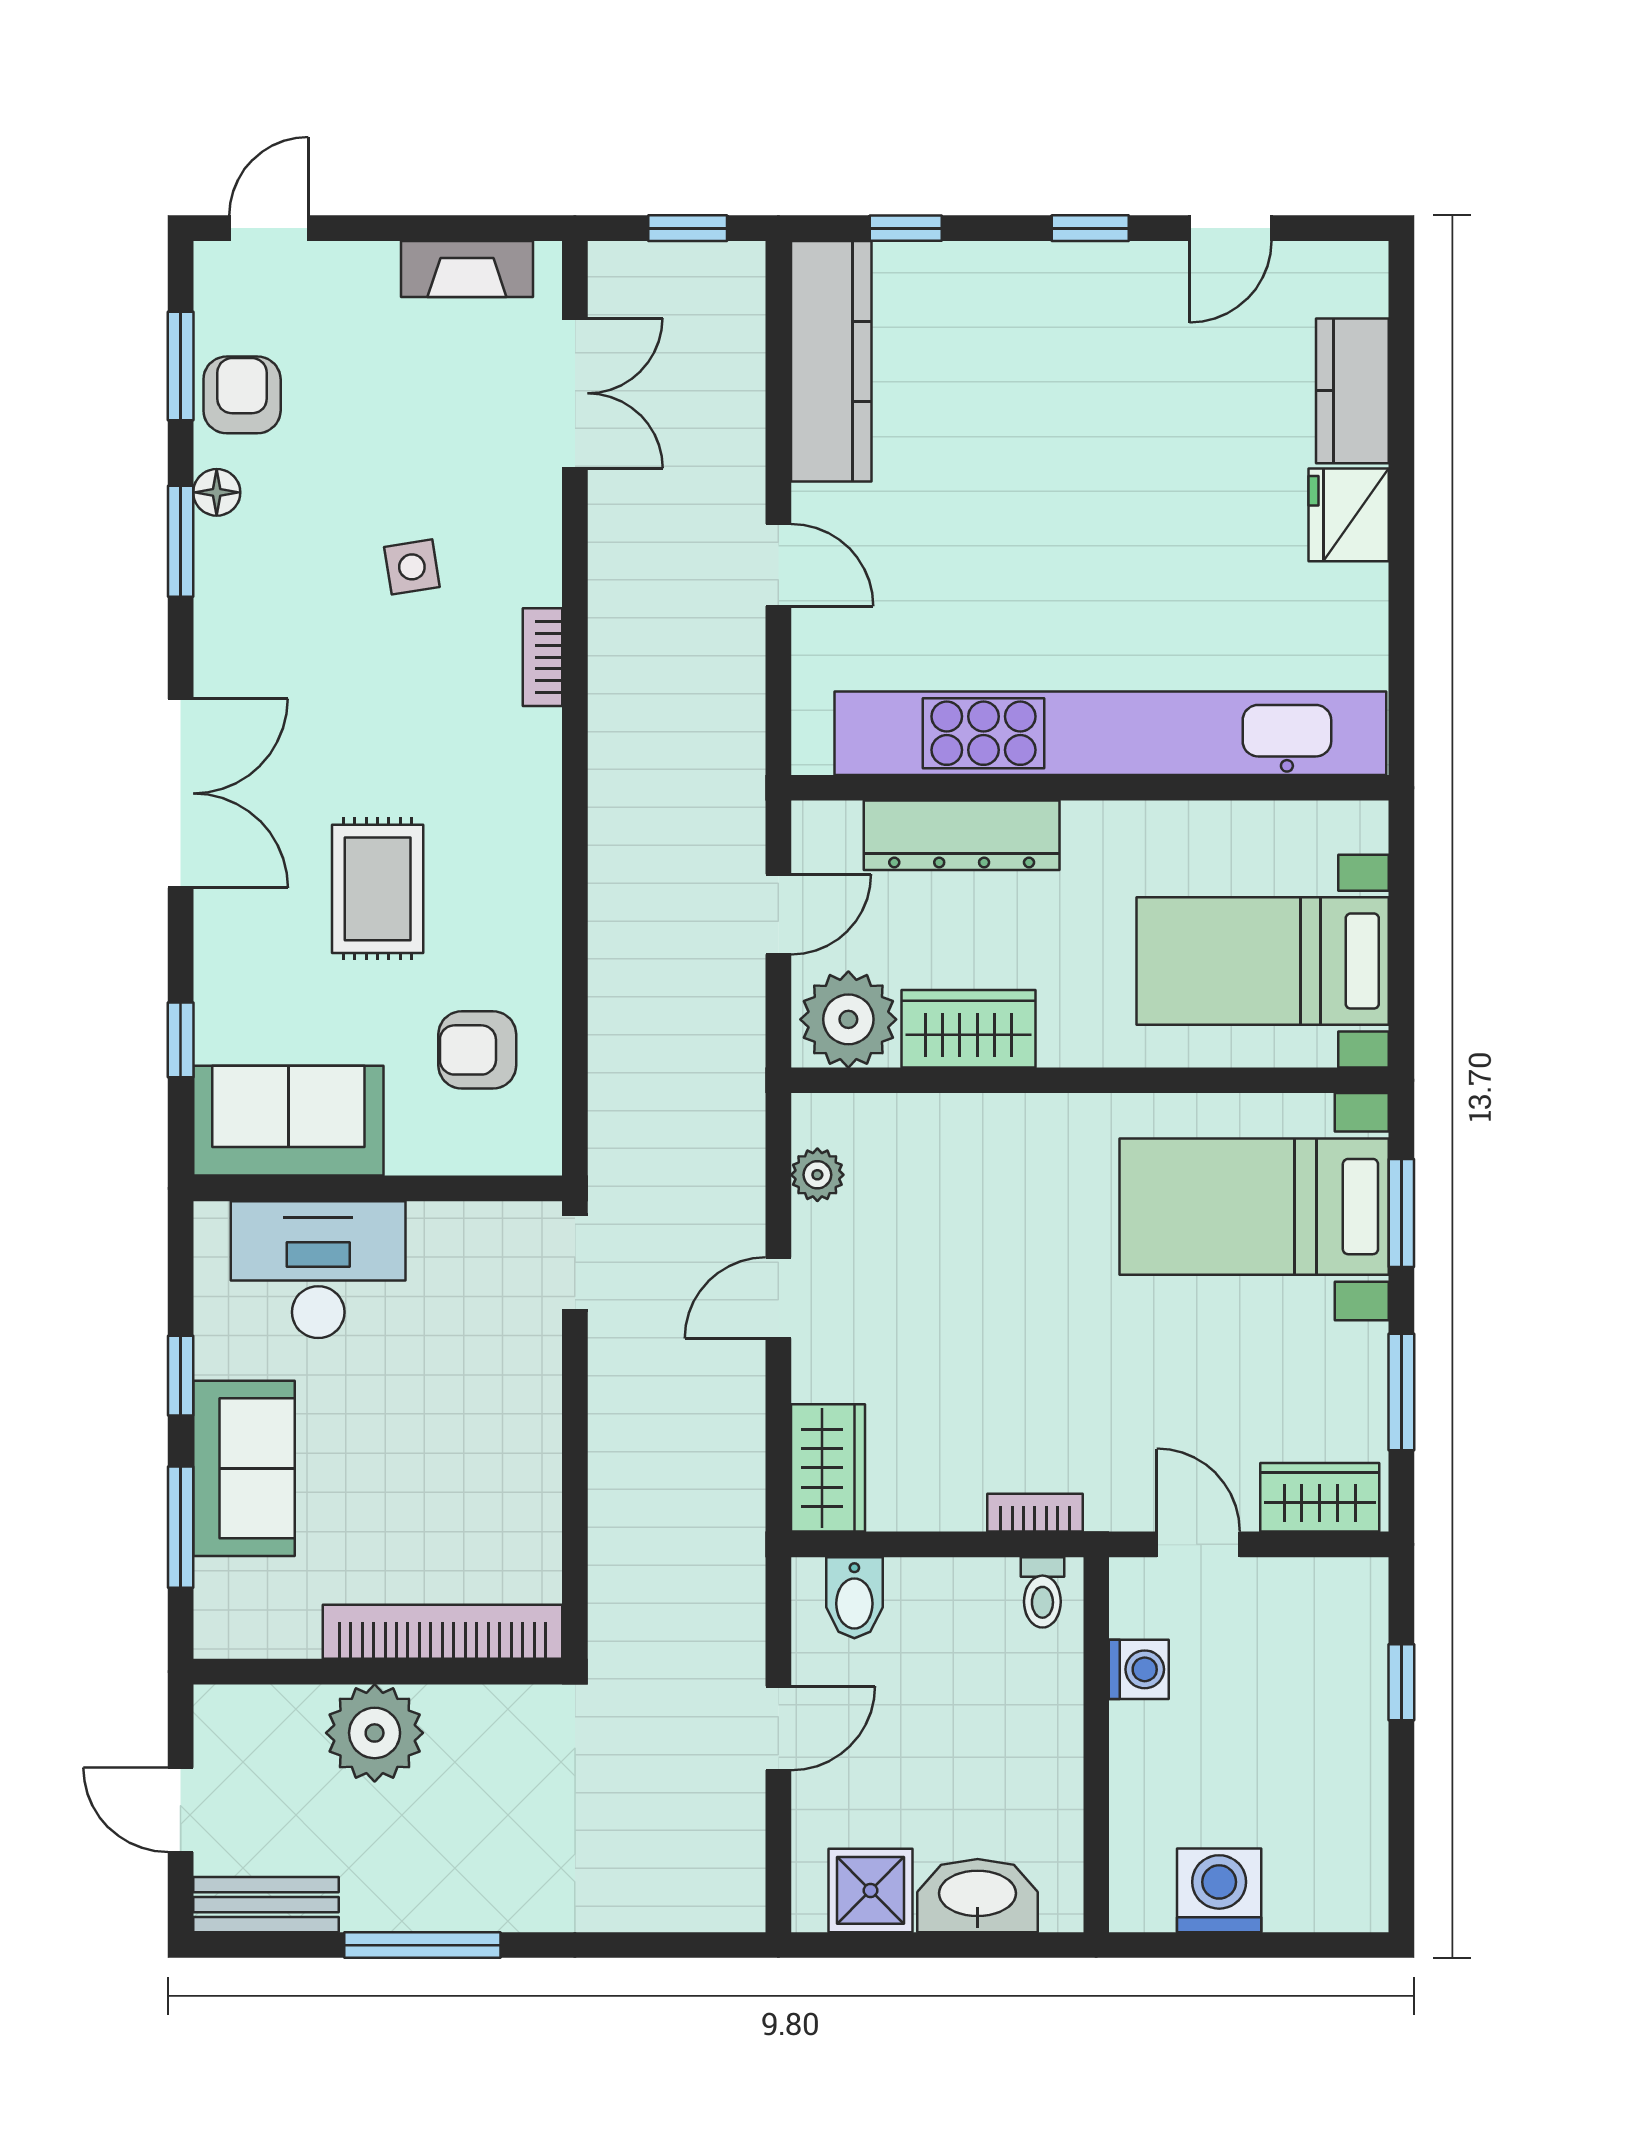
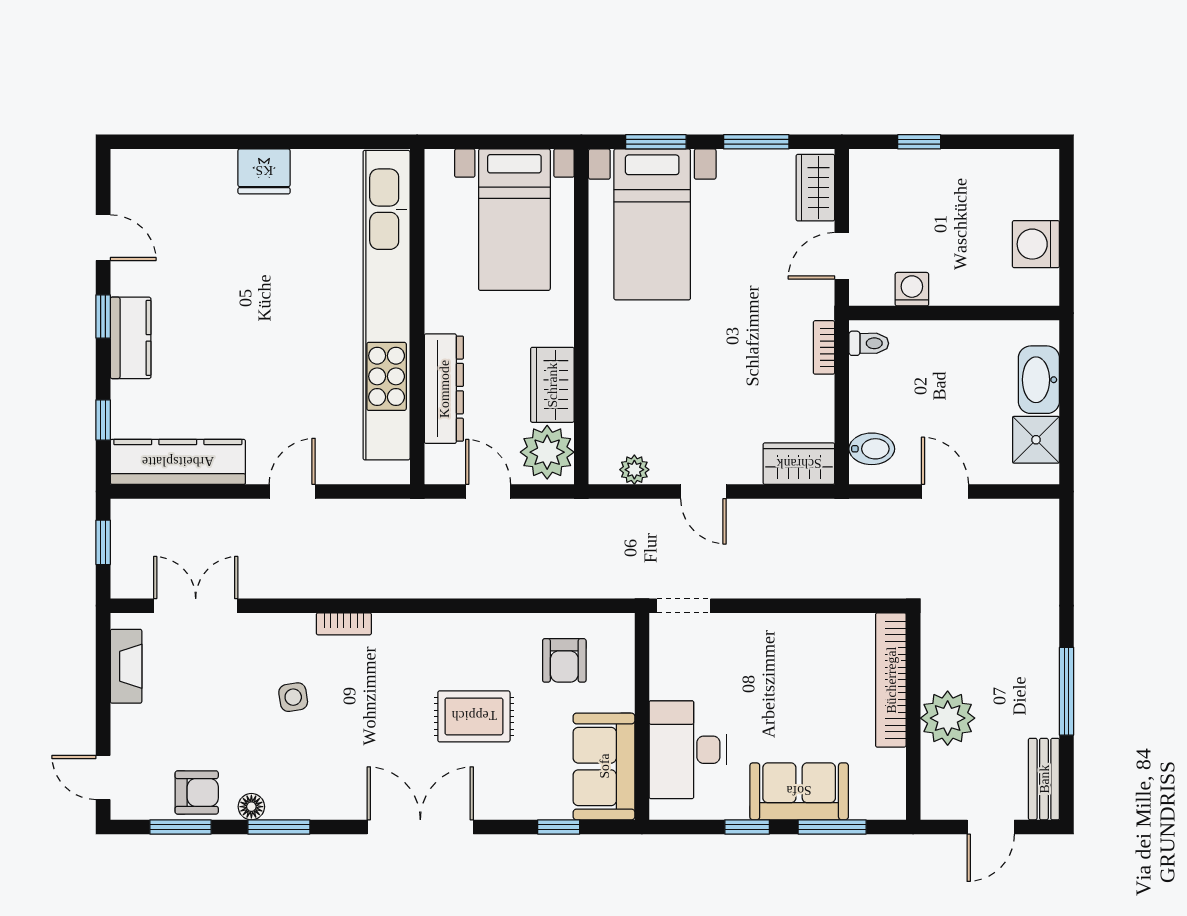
kitchen counter: (1352, 391) -> (131, 338), moved, turned -90
armchair: (242, 395) -> (197, 792), turned 180

